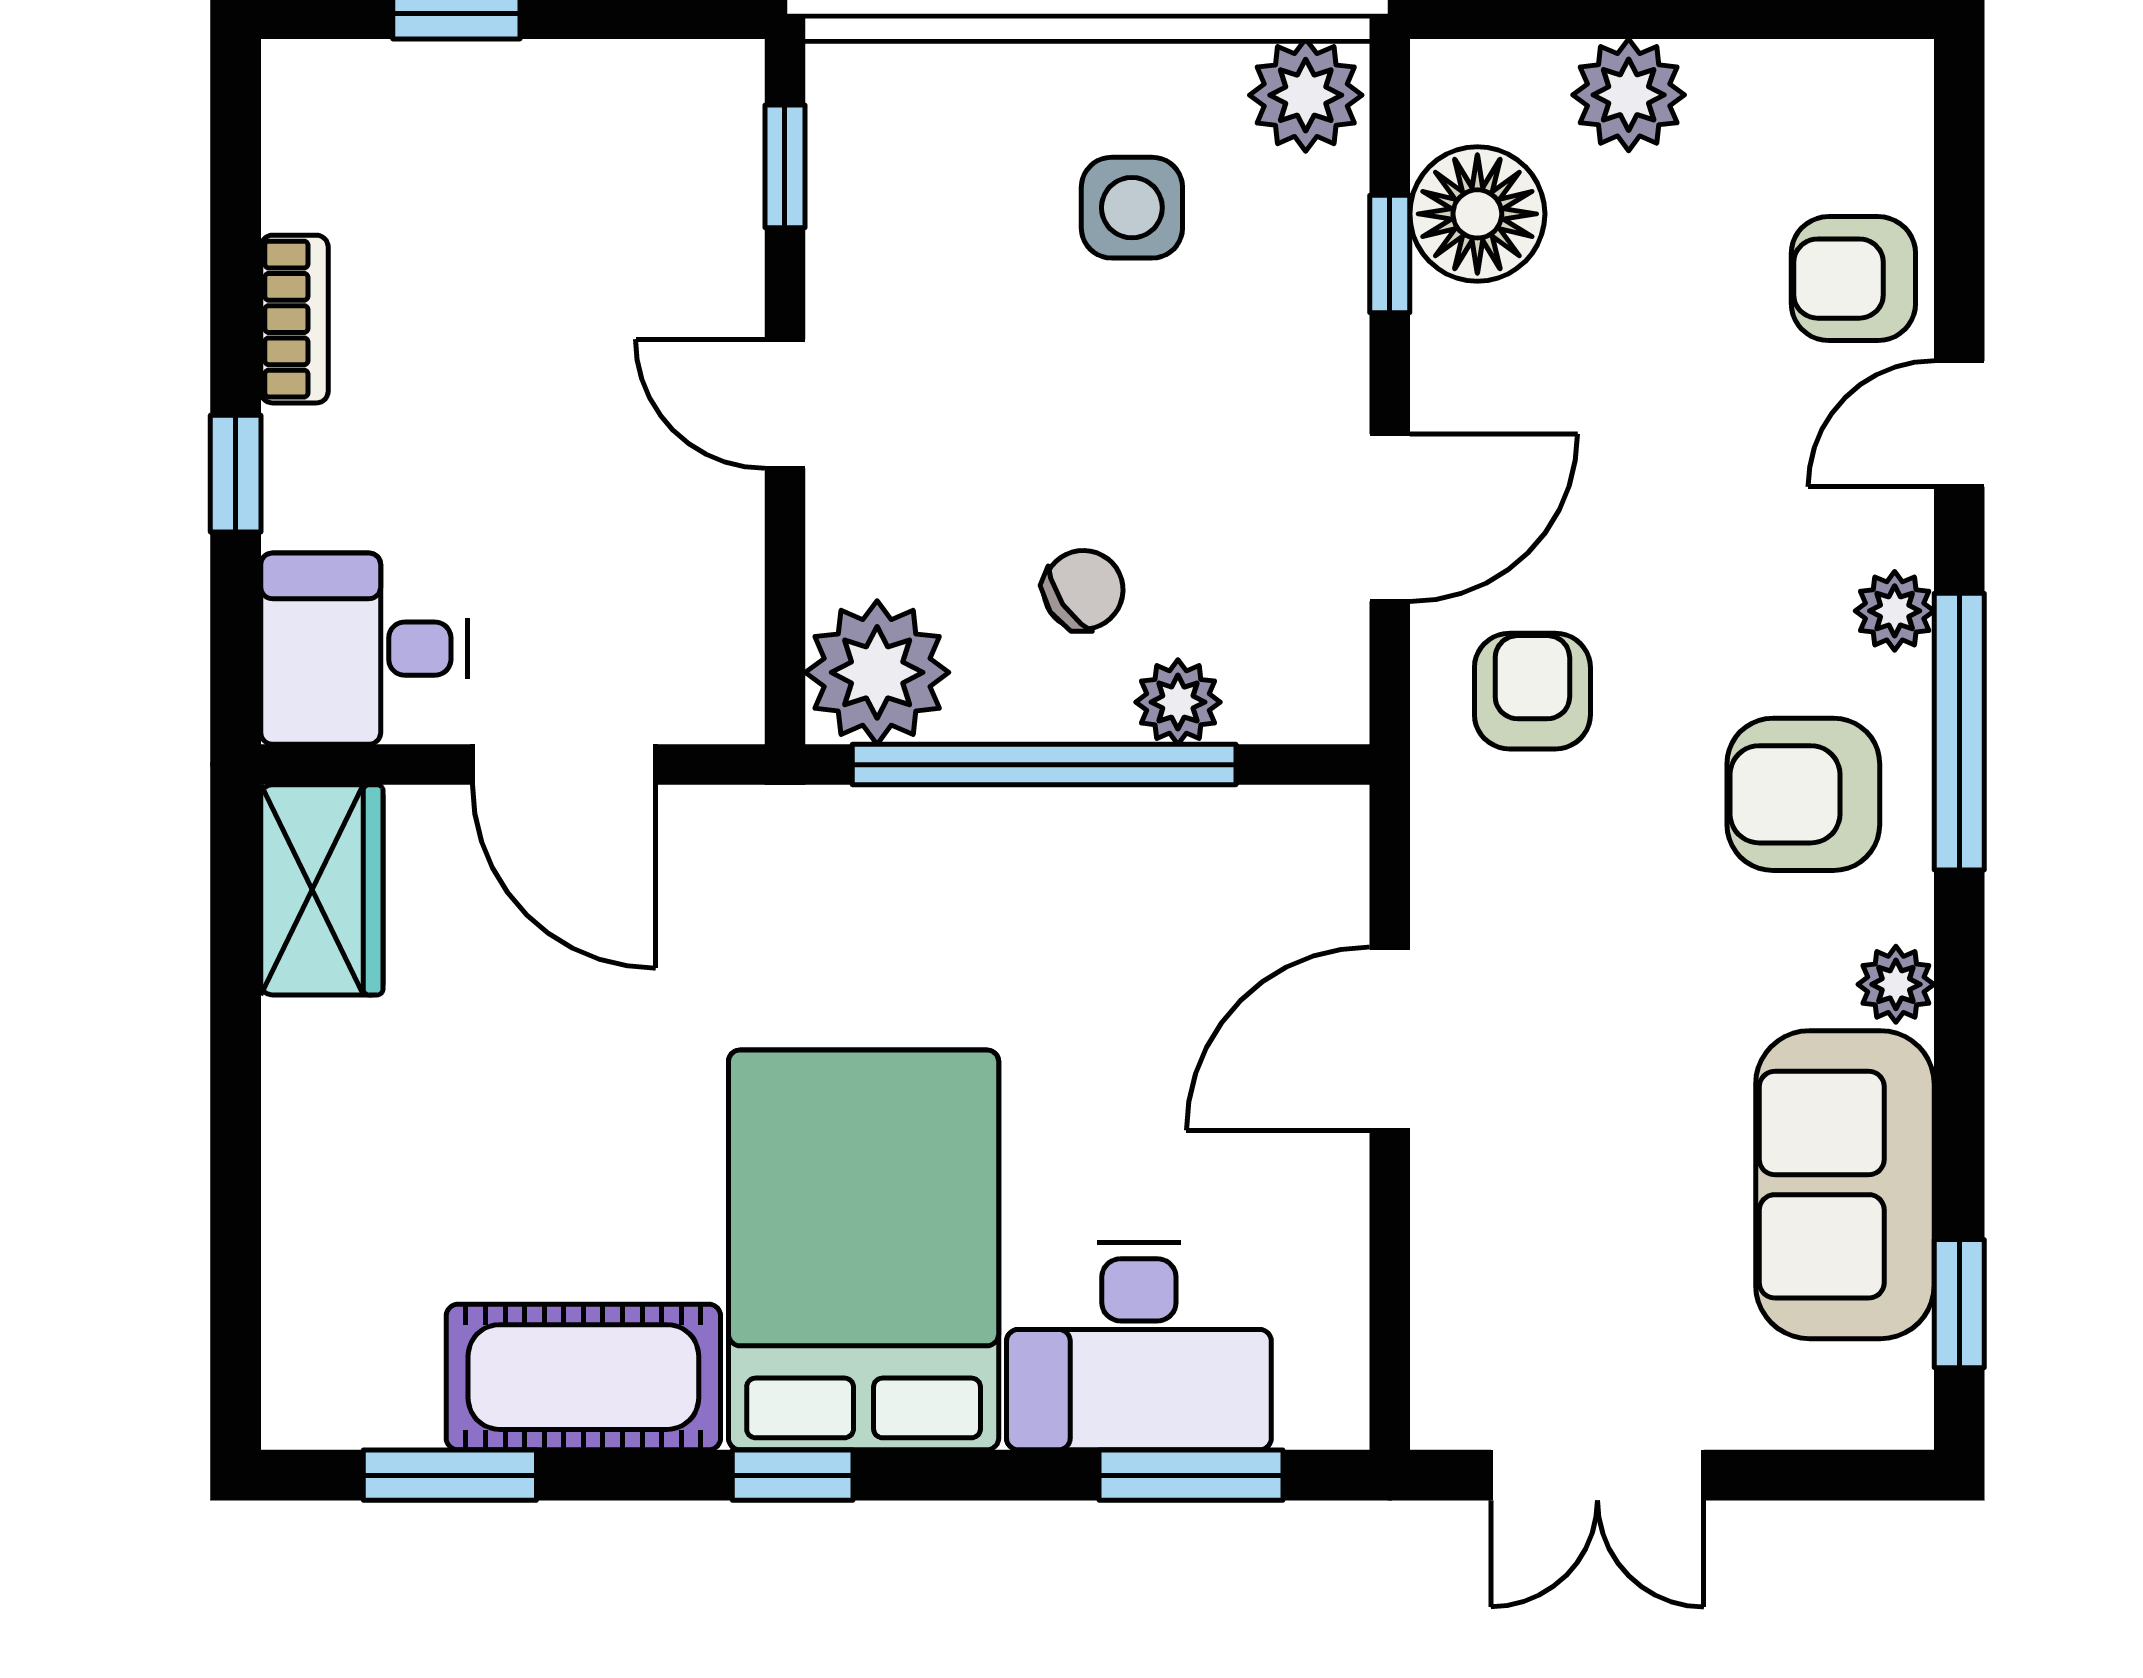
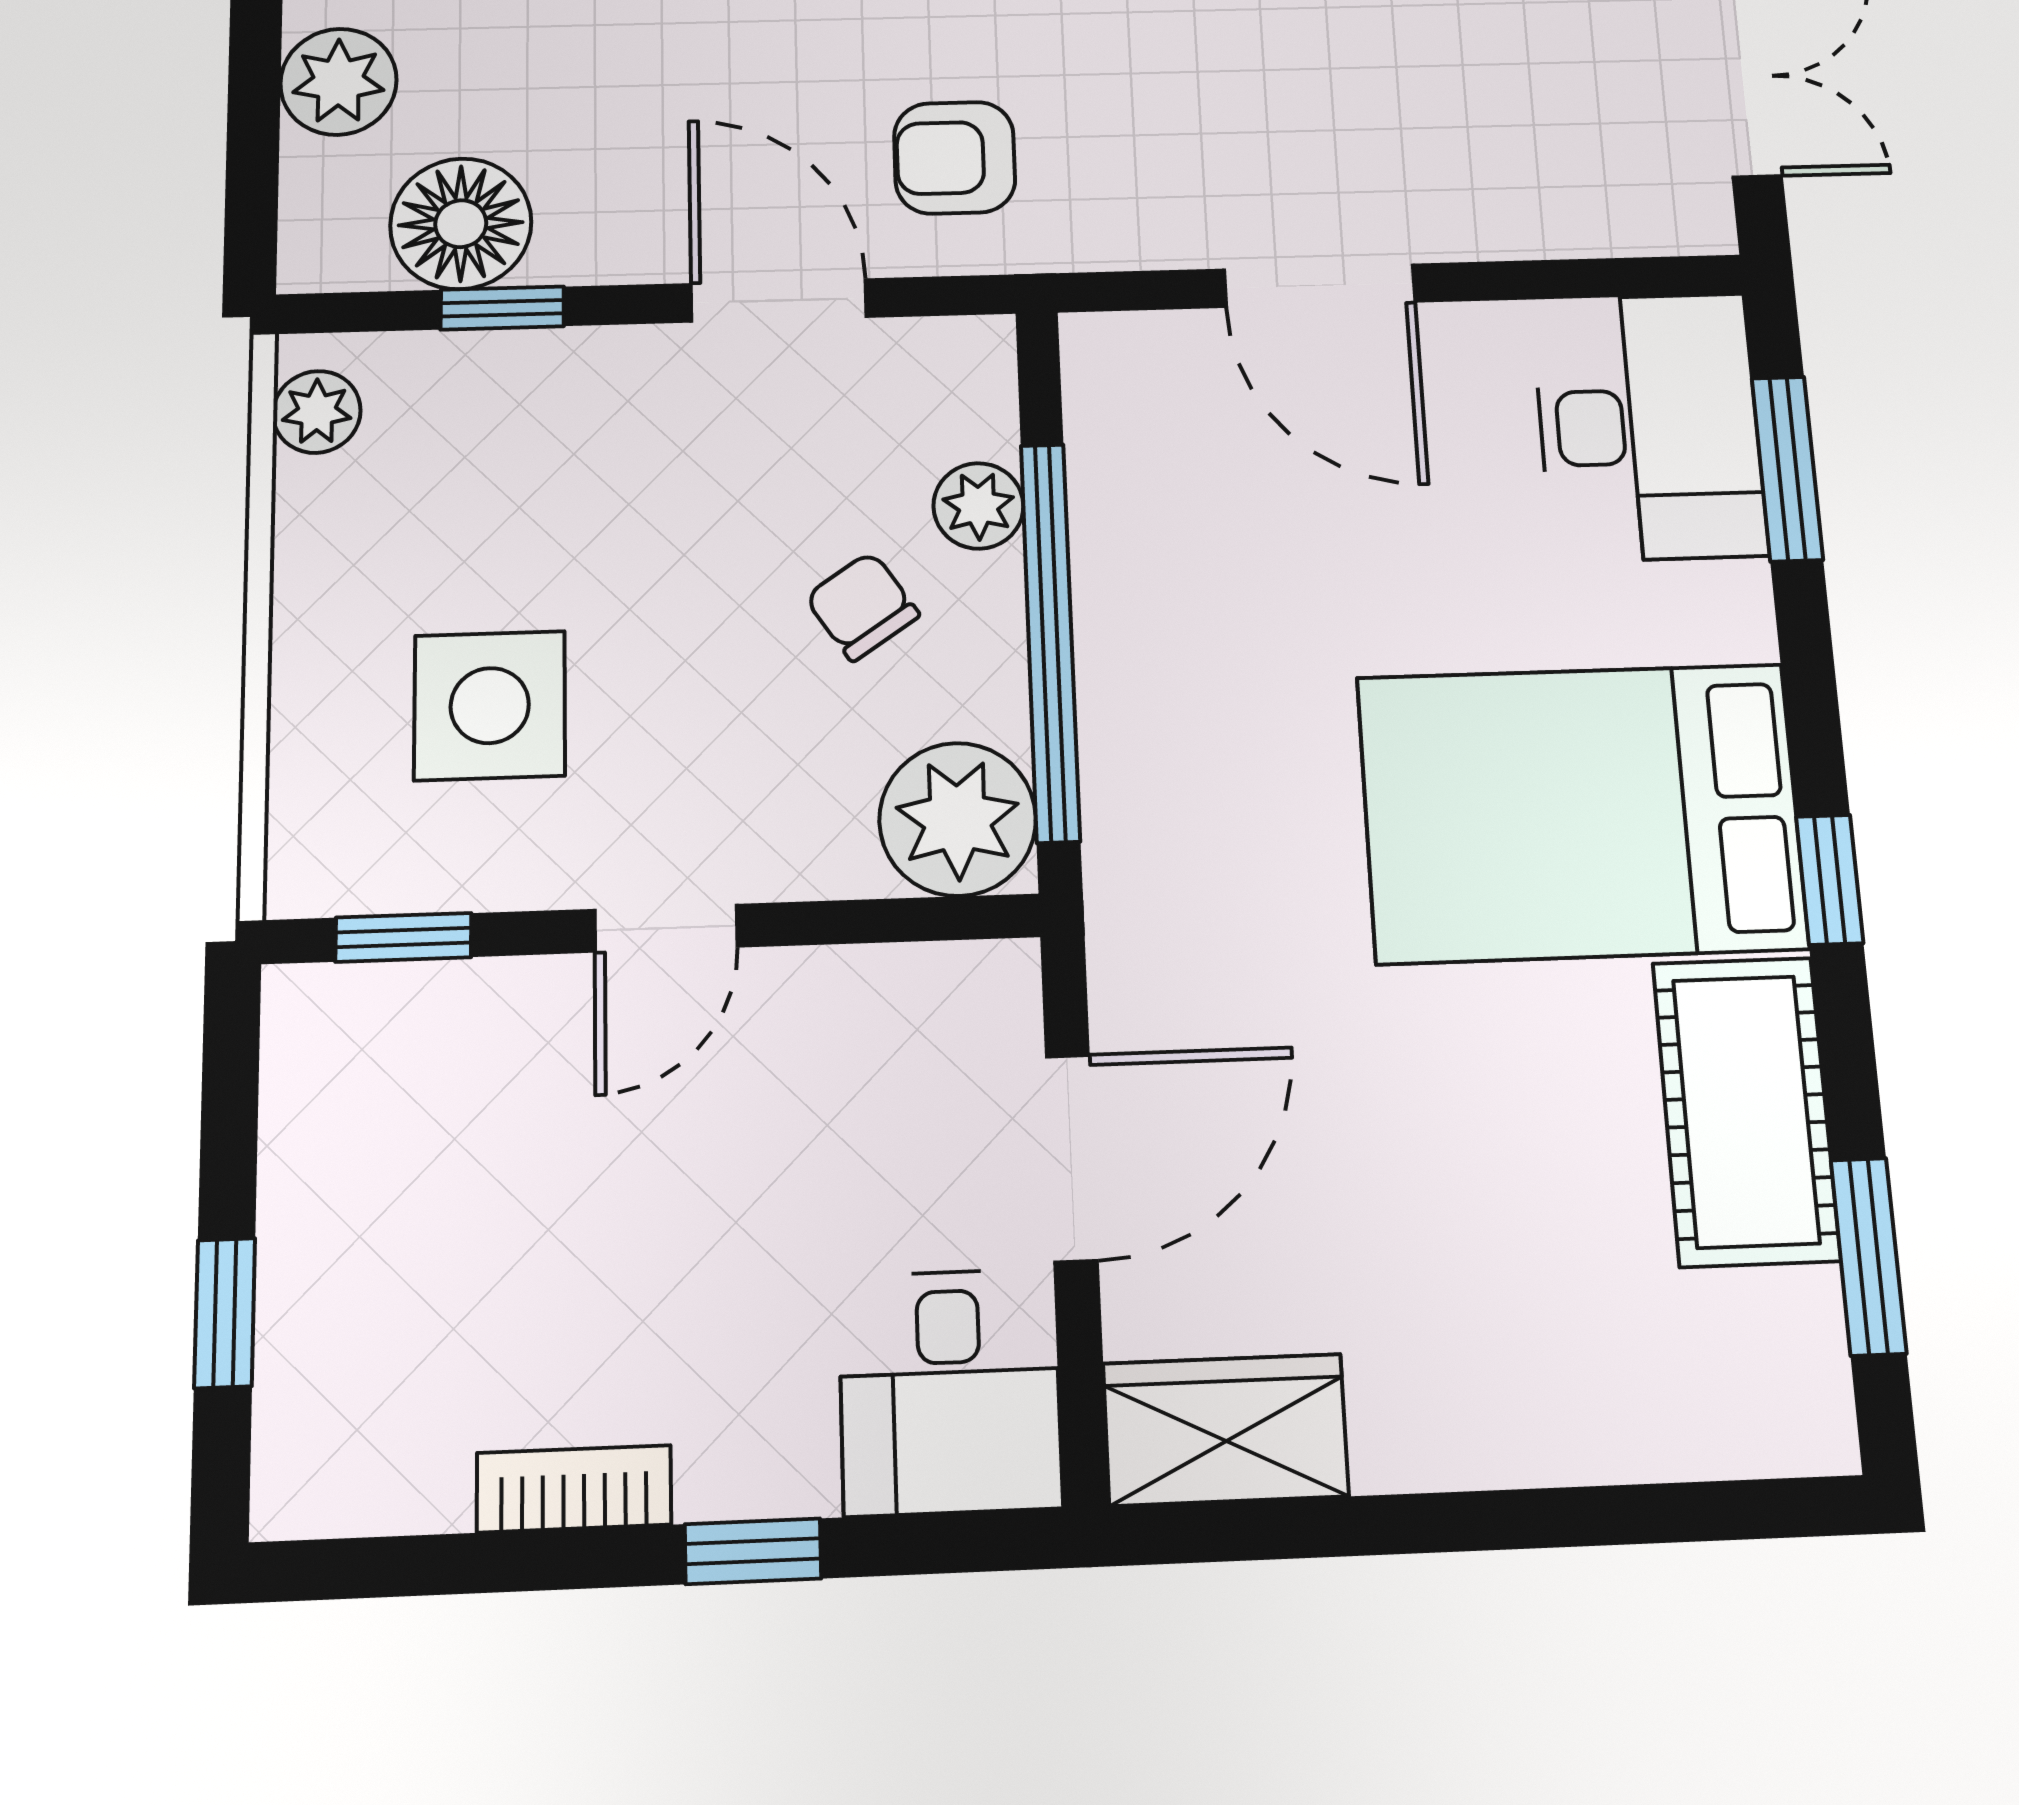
plant: (1306, 95) -> (317, 412), width x0.73, depth x0.73
side table: (1132, 208) -> (490, 706), moved, width x1.37, depth x1.37
desk: (1139, 1346) -> (1649, 427), moved

